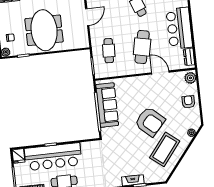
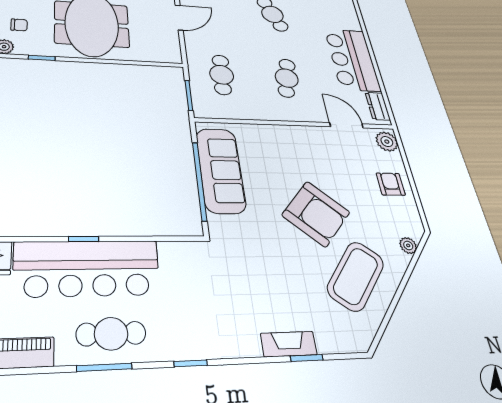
cafe table: (142, 47) -> (287, 78), width x0.73, depth x0.74
door: (160, 72) -> (346, 125), moved

